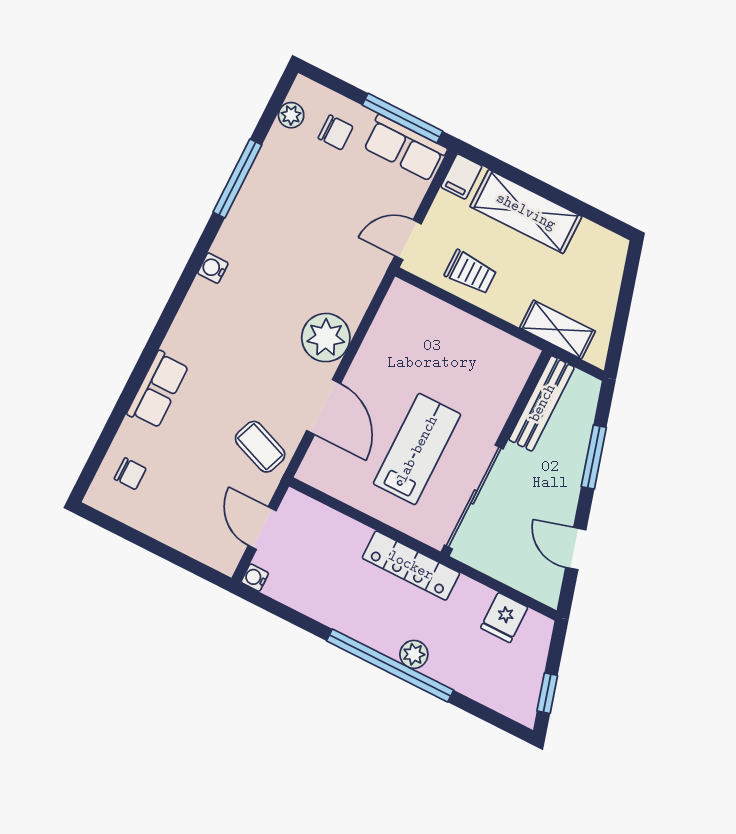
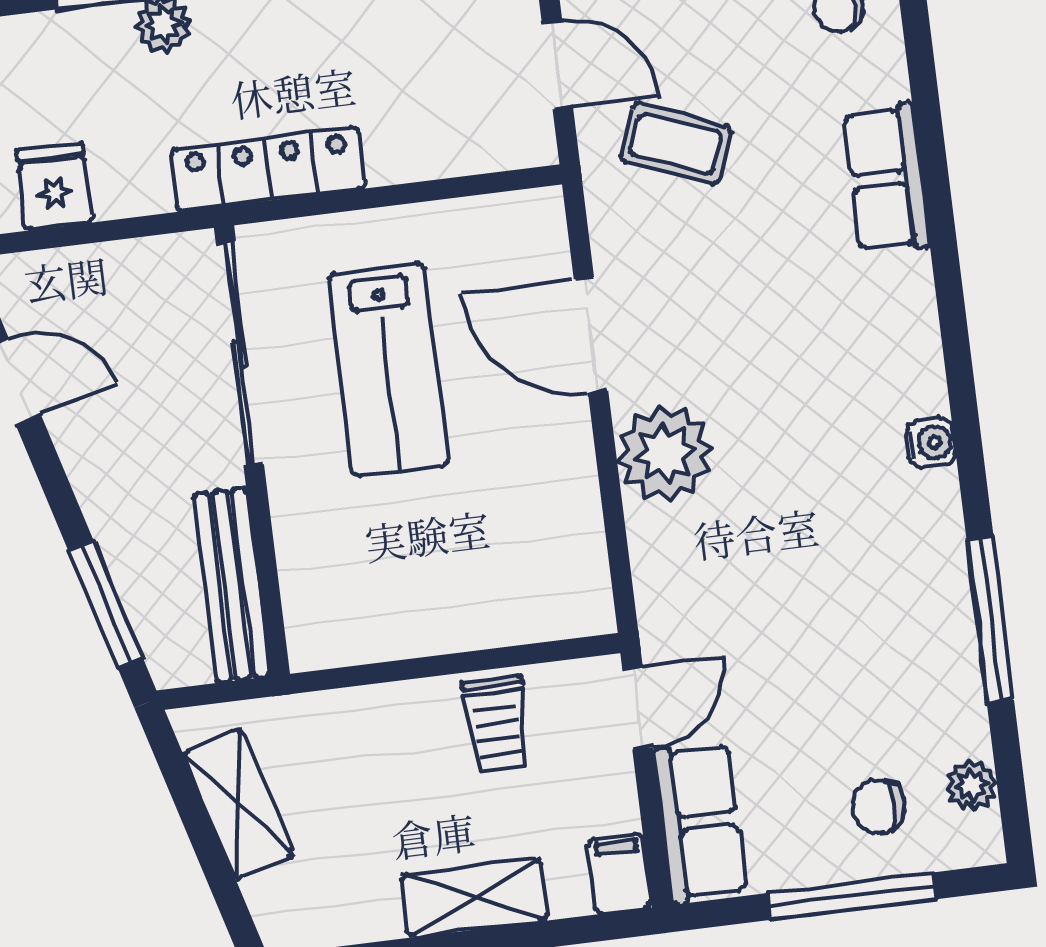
window: (402, 118) -> (852, 896), moved
row of seats: (405, 148) -> (700, 822), moved, turned 90
shelving: (526, 211) -> (474, 898), width x0.67, depth x0.75
trolley: (471, 272) -> (497, 724), turned -90
shelving: (557, 330) -> (238, 804), moved, turned 74
coffee table: (260, 447) -> (676, 144), moved
window: (594, 457) -> (106, 605), moved

